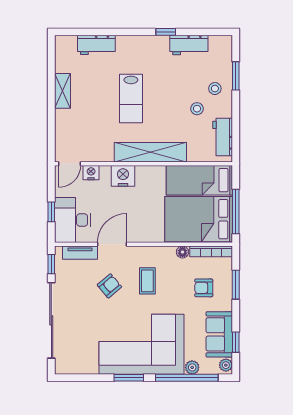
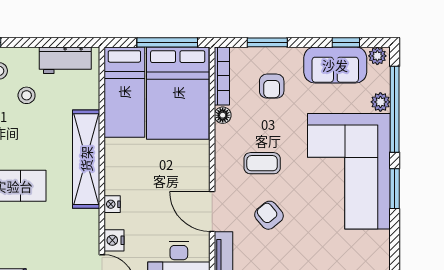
nightstand: (123, 176) -> (112, 204), width x0.53, depth x0.56

